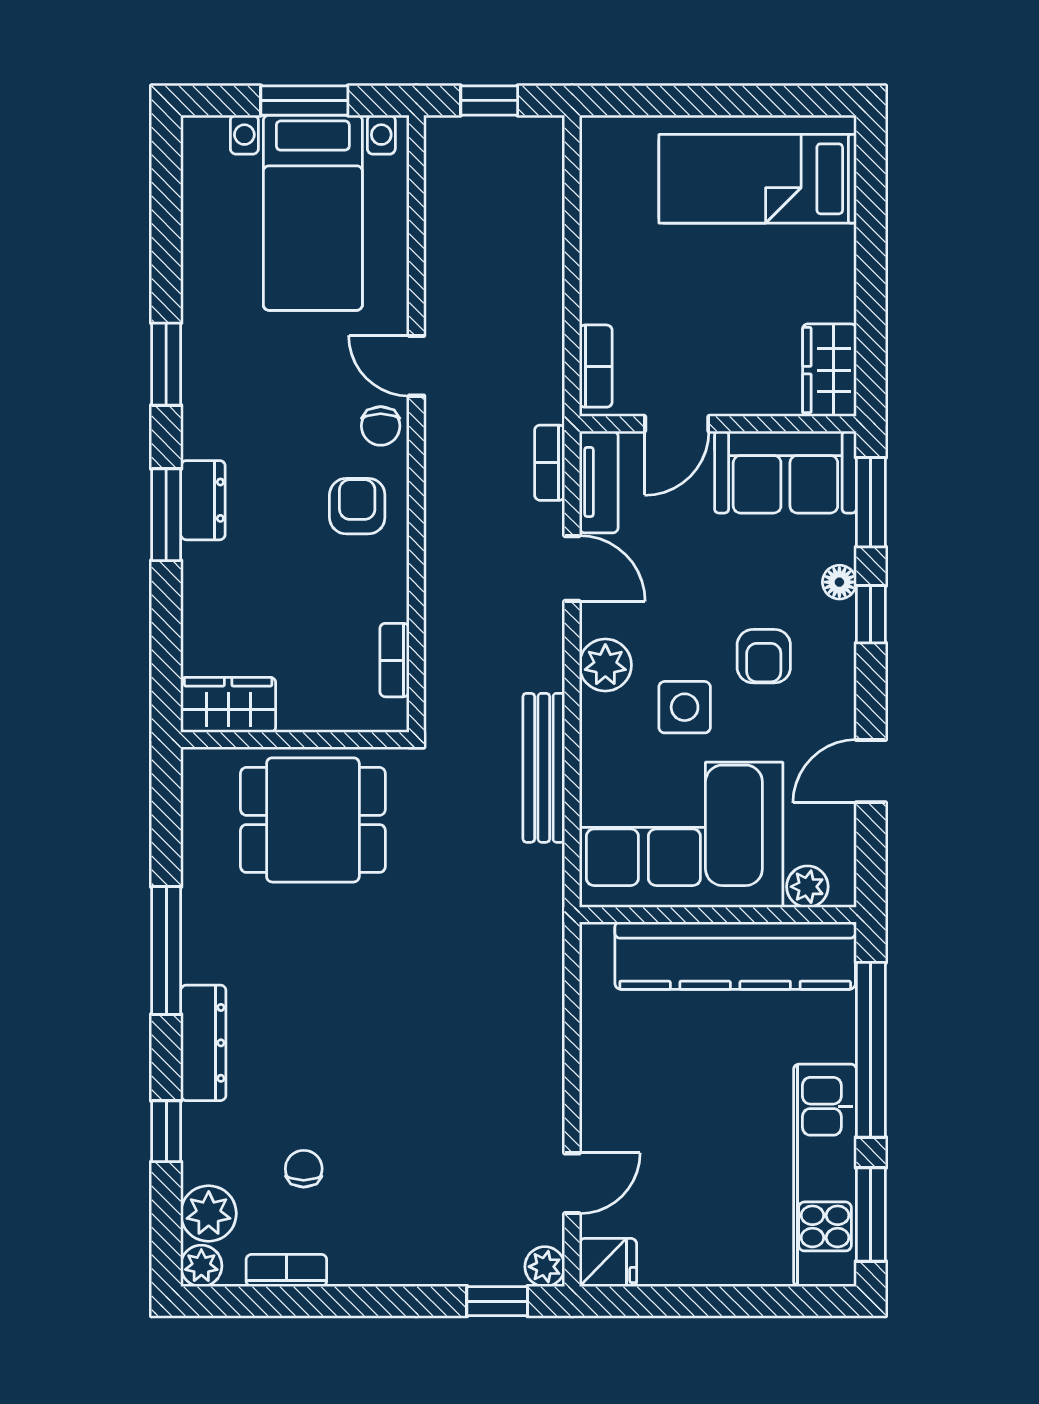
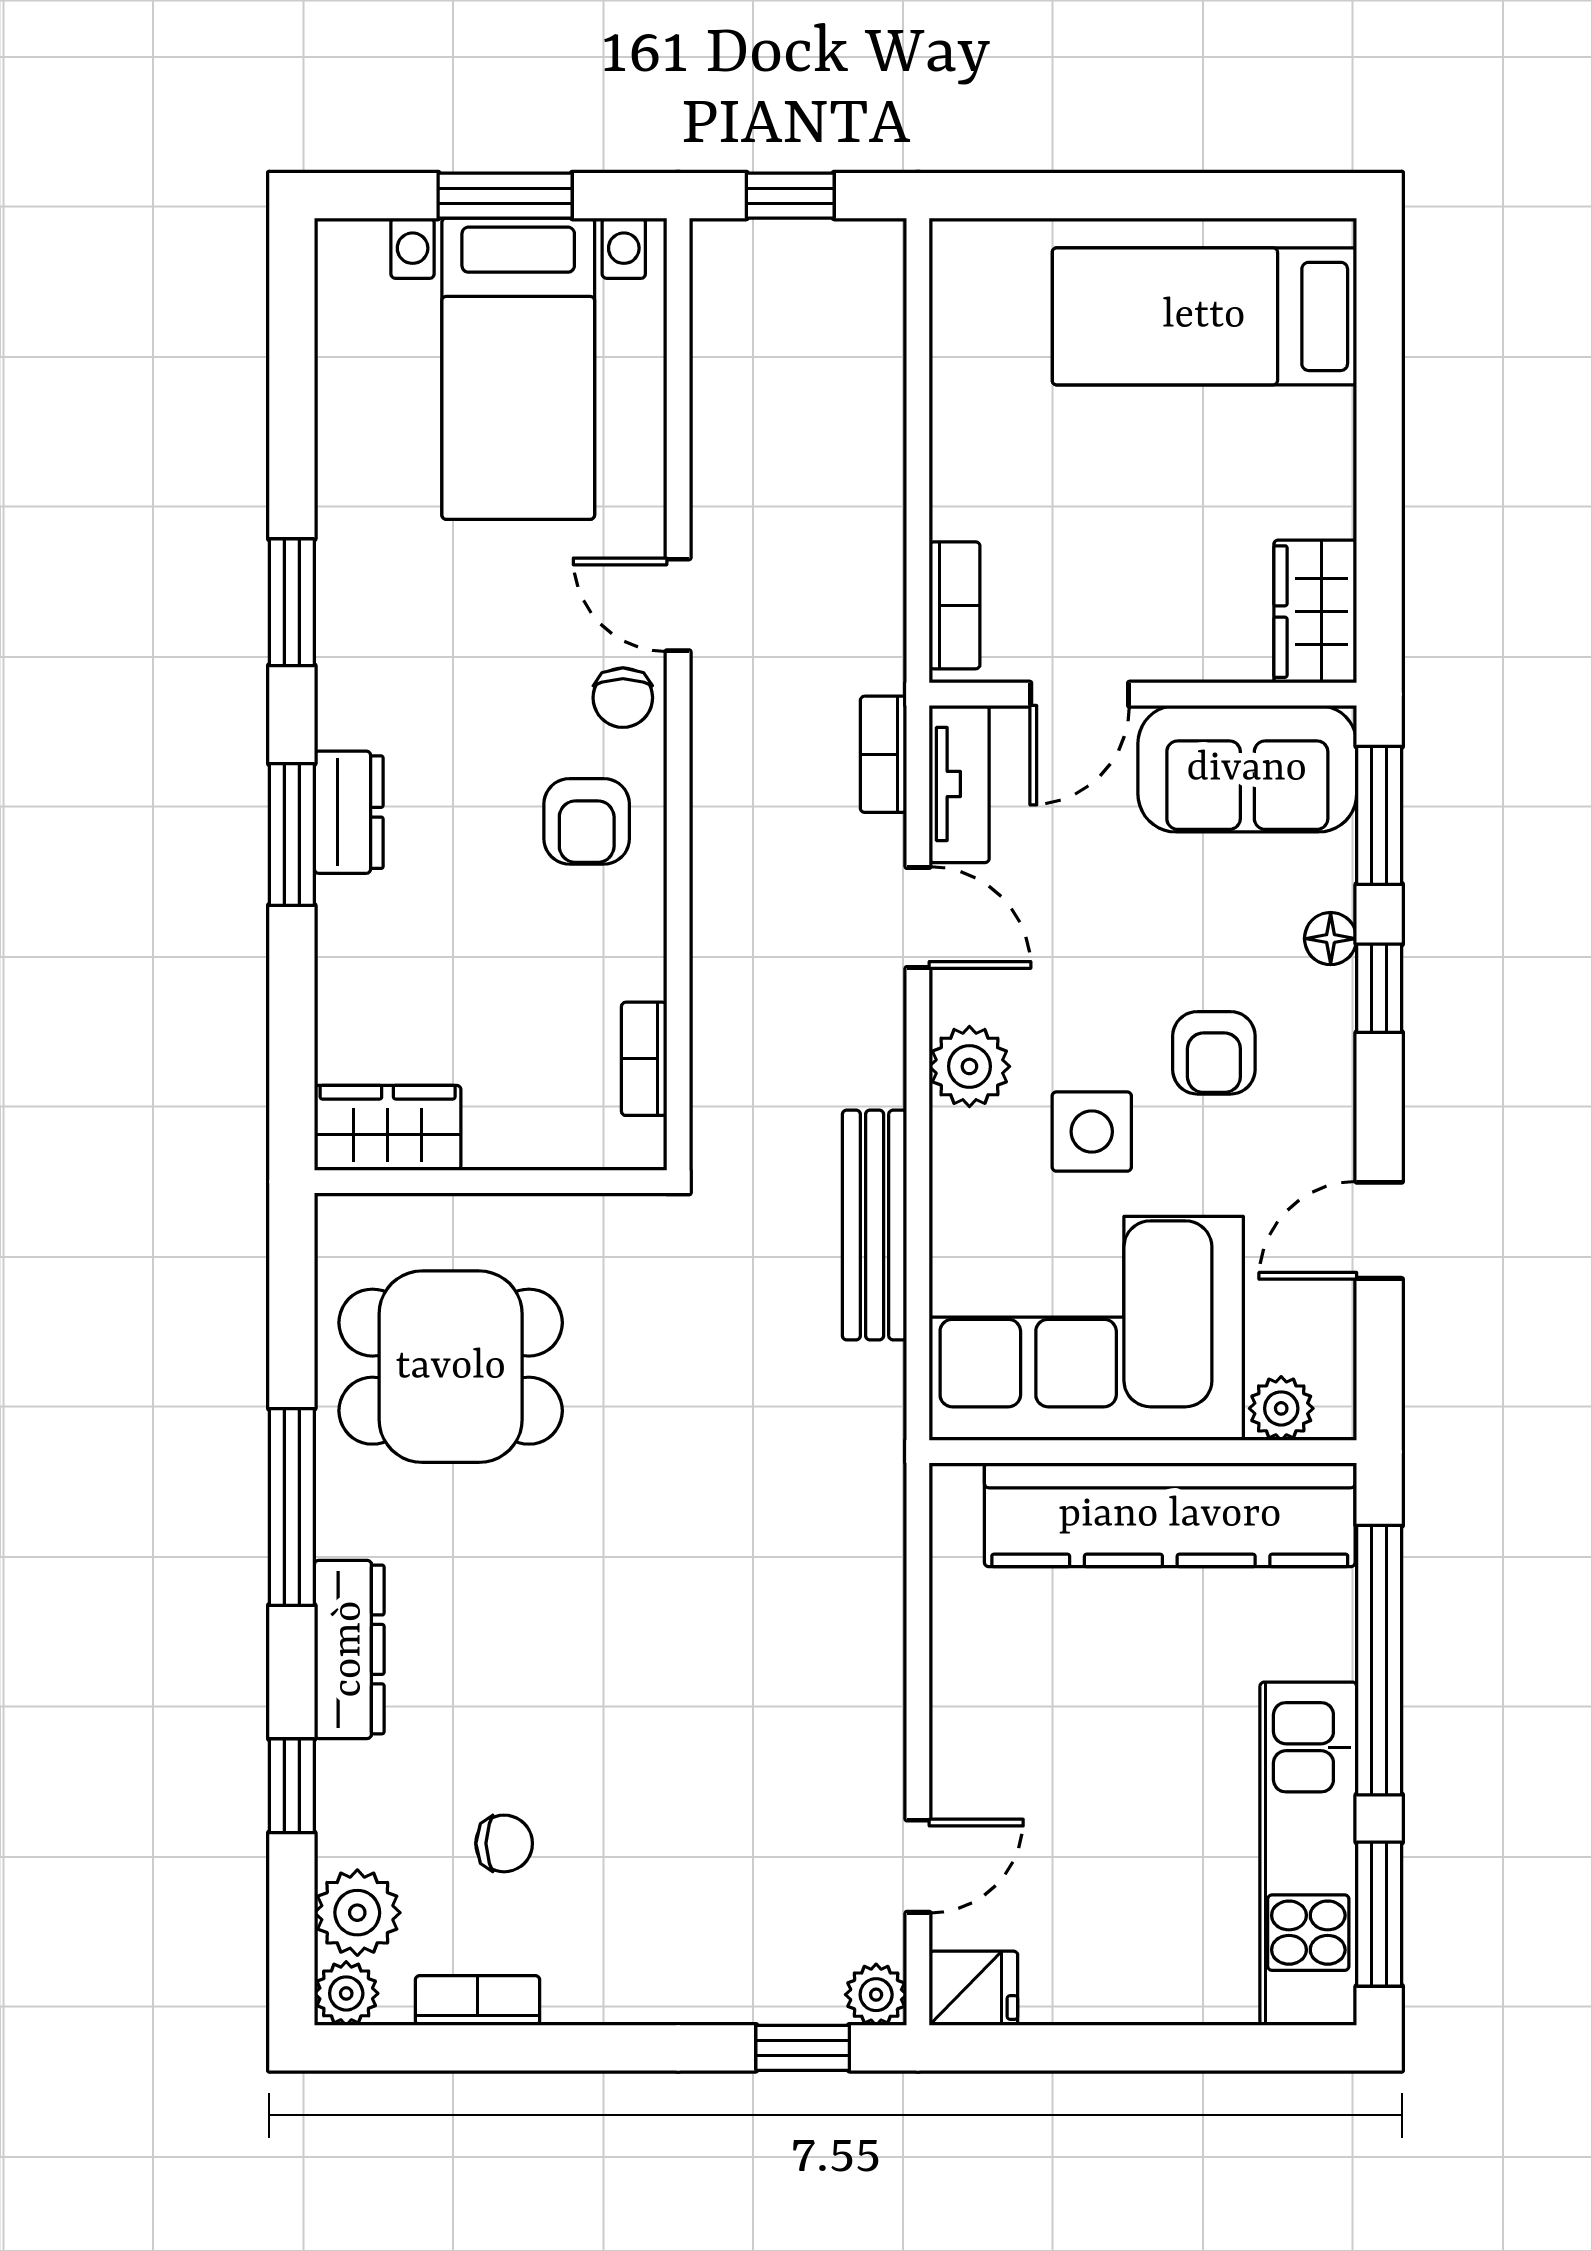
armchair: (357, 506) -> (587, 821), turned 180
dining table: (313, 820) -> (451, 1367), moved
chair: (304, 1169) -> (504, 1843), turned 90

